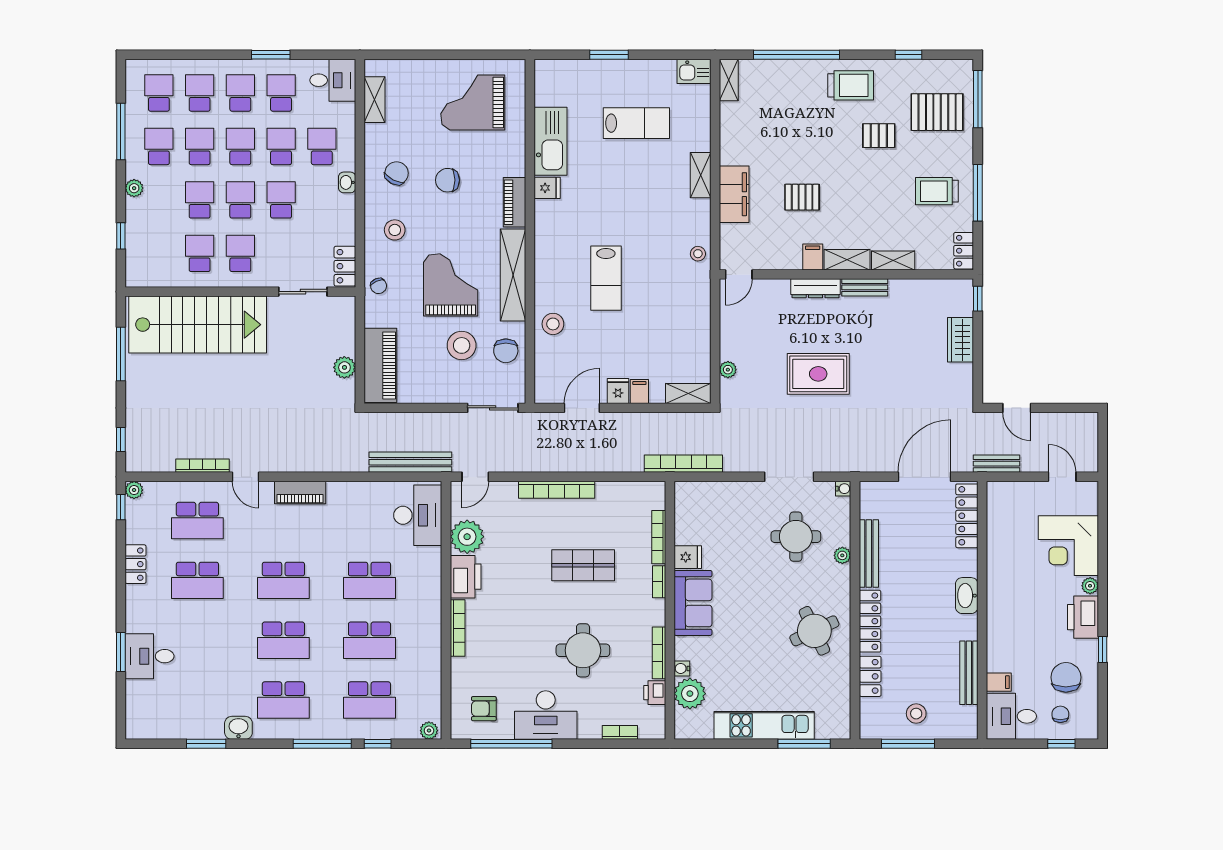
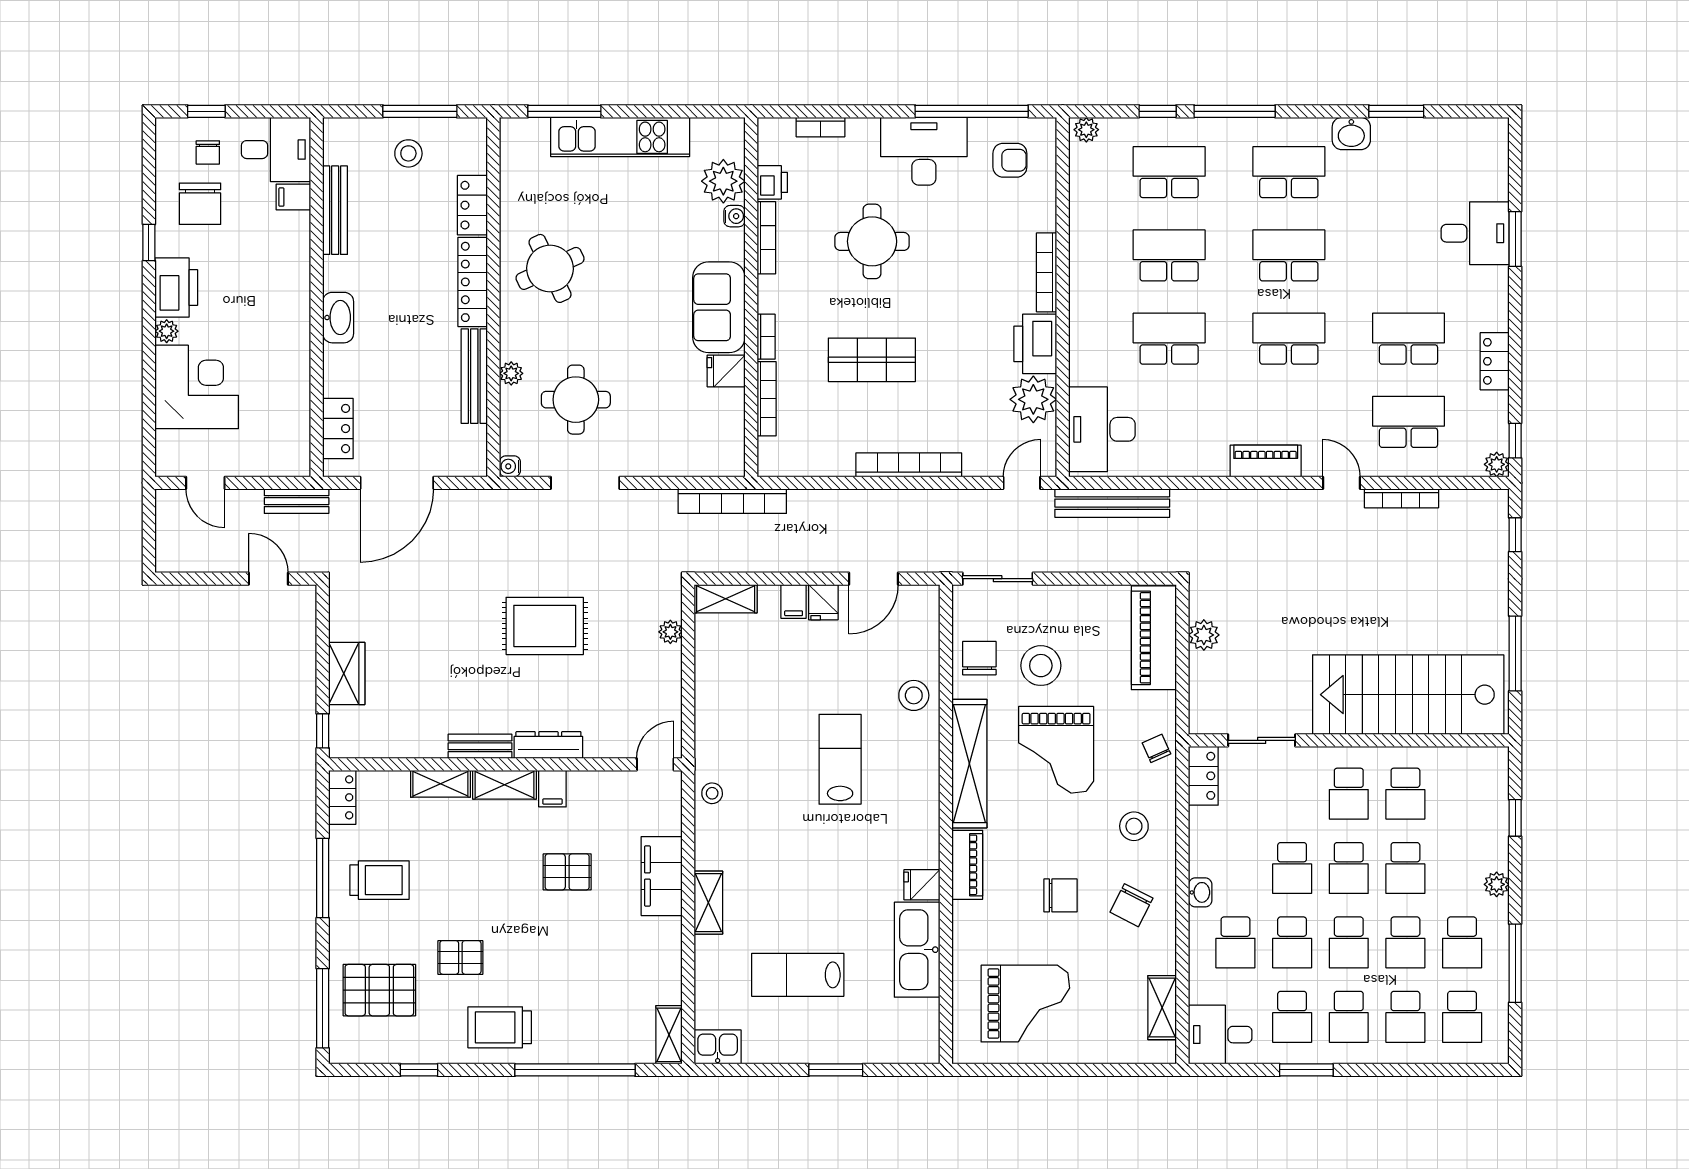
locker: (967, 516) -> (338, 429), width x0.66

